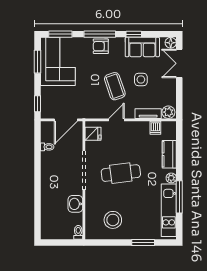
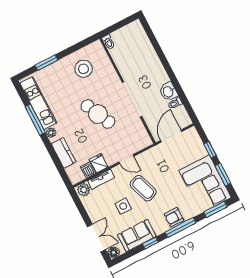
armchair: (101, 46) -> (174, 217), turned 180
window: (38, 104) -> (210, 150), moved
door: (116, 120) -> (126, 159), hinge flipped
fridge: (93, 134) -> (99, 163), moved, turned 90
cafe table: (121, 173) -> (98, 114), turned 72
washbasin: (75, 204) -> (168, 92), moved, turned 180

